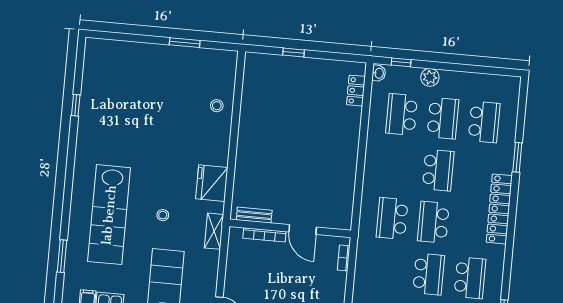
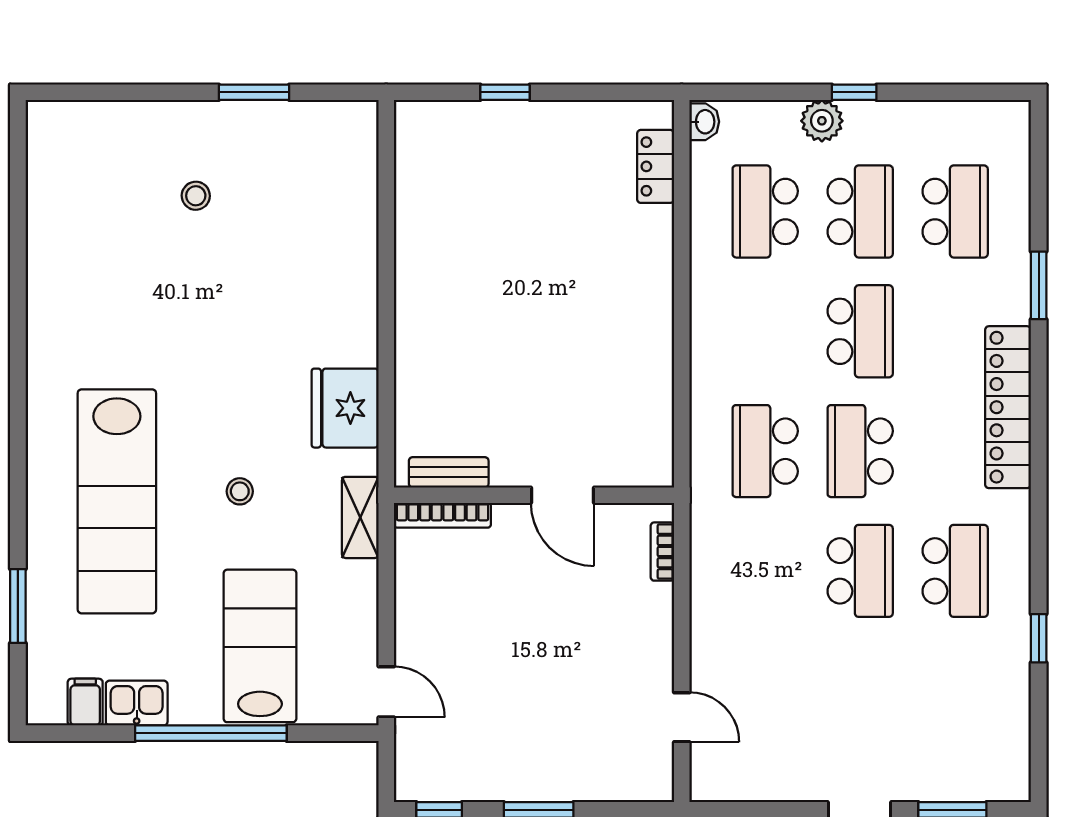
window: (401, 62) -> (854, 92), moved
window: (76, 105) -> (18, 258), removed
stool: (217, 106) -> (196, 196), moved
bookcase: (264, 235) -> (442, 515), moved

